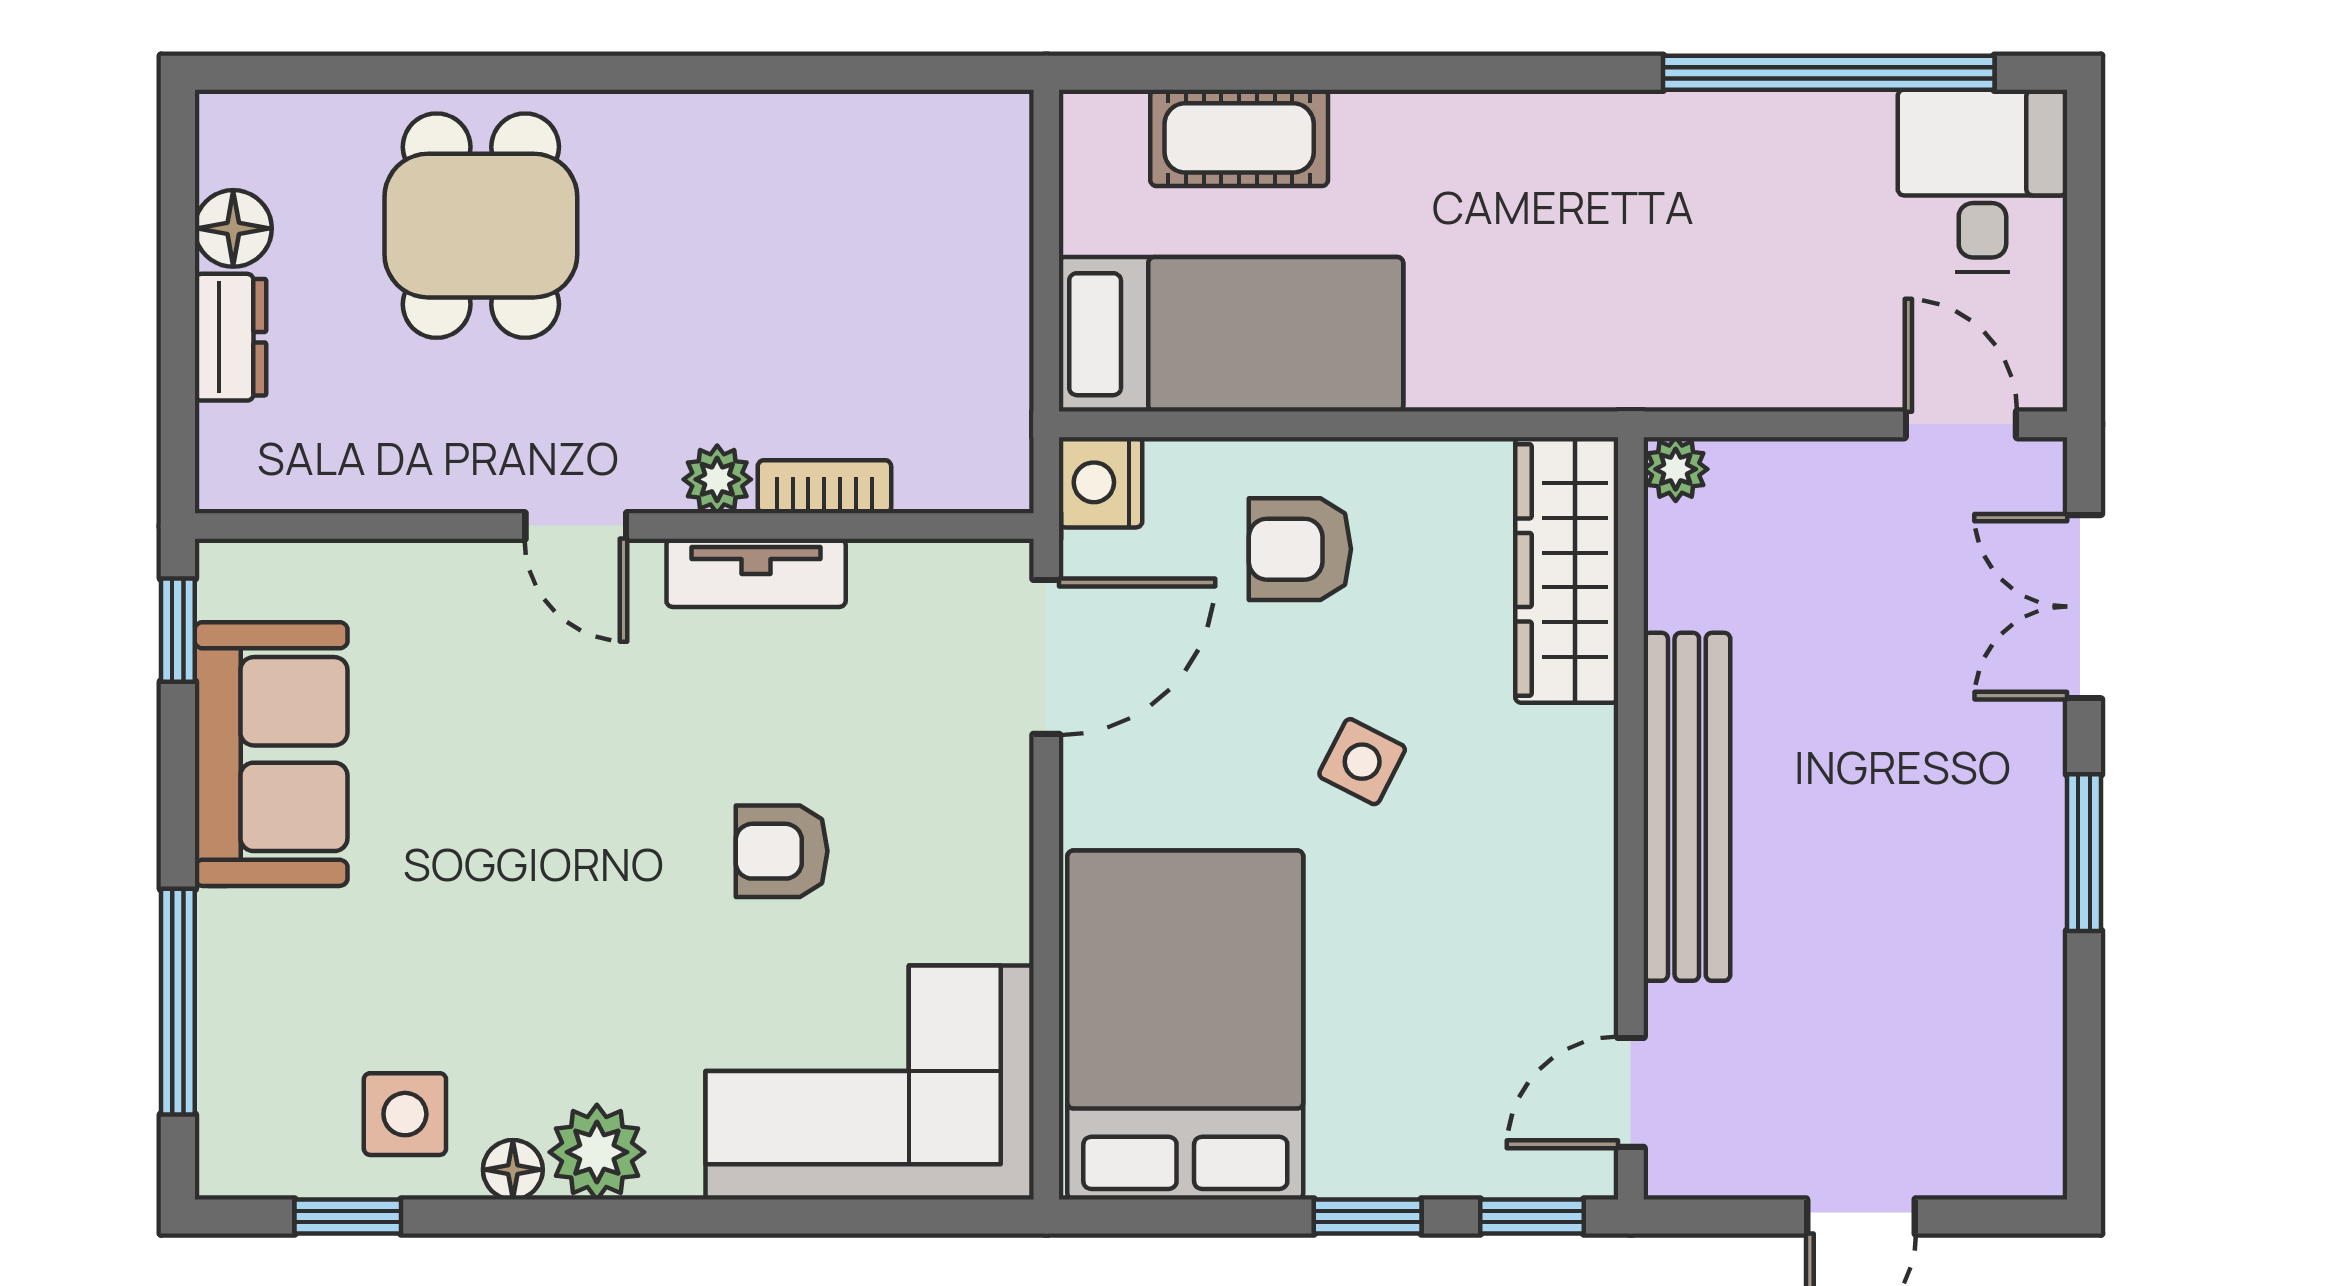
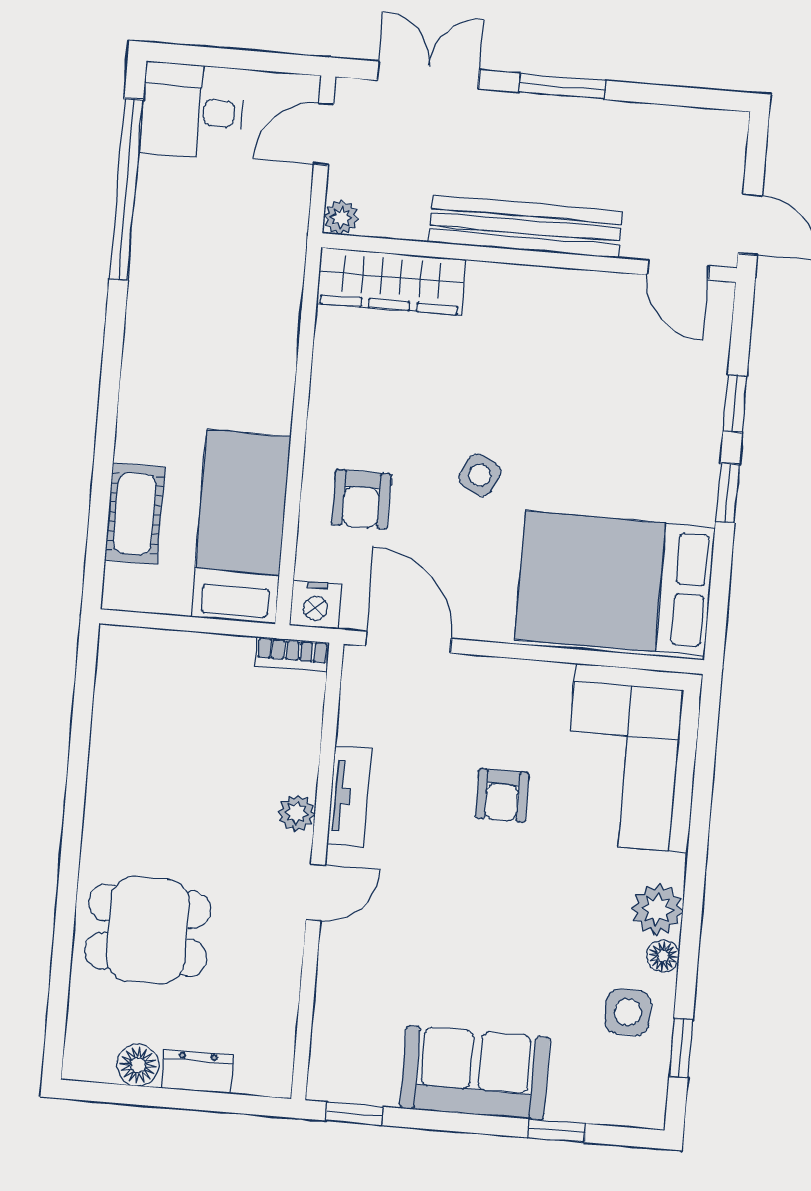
plant: (1676, 469) -> (341, 217), moved
bookcase: (824, 487) -> (292, 654), moved, turned -90
wardrobe: (1567, 570) -> (391, 281), moved
double door: (2084, 607) -> (428, 75), swing flipped
sofa: (271, 754) -> (475, 1073), moved
bench: (1687, 807) -> (525, 227), moved
wall: (1631, 818) -> (529, 258), moved
window: (178, 1002) -> (556, 1131), width x0.46
door: (1631, 1092) -> (678, 270), moved

